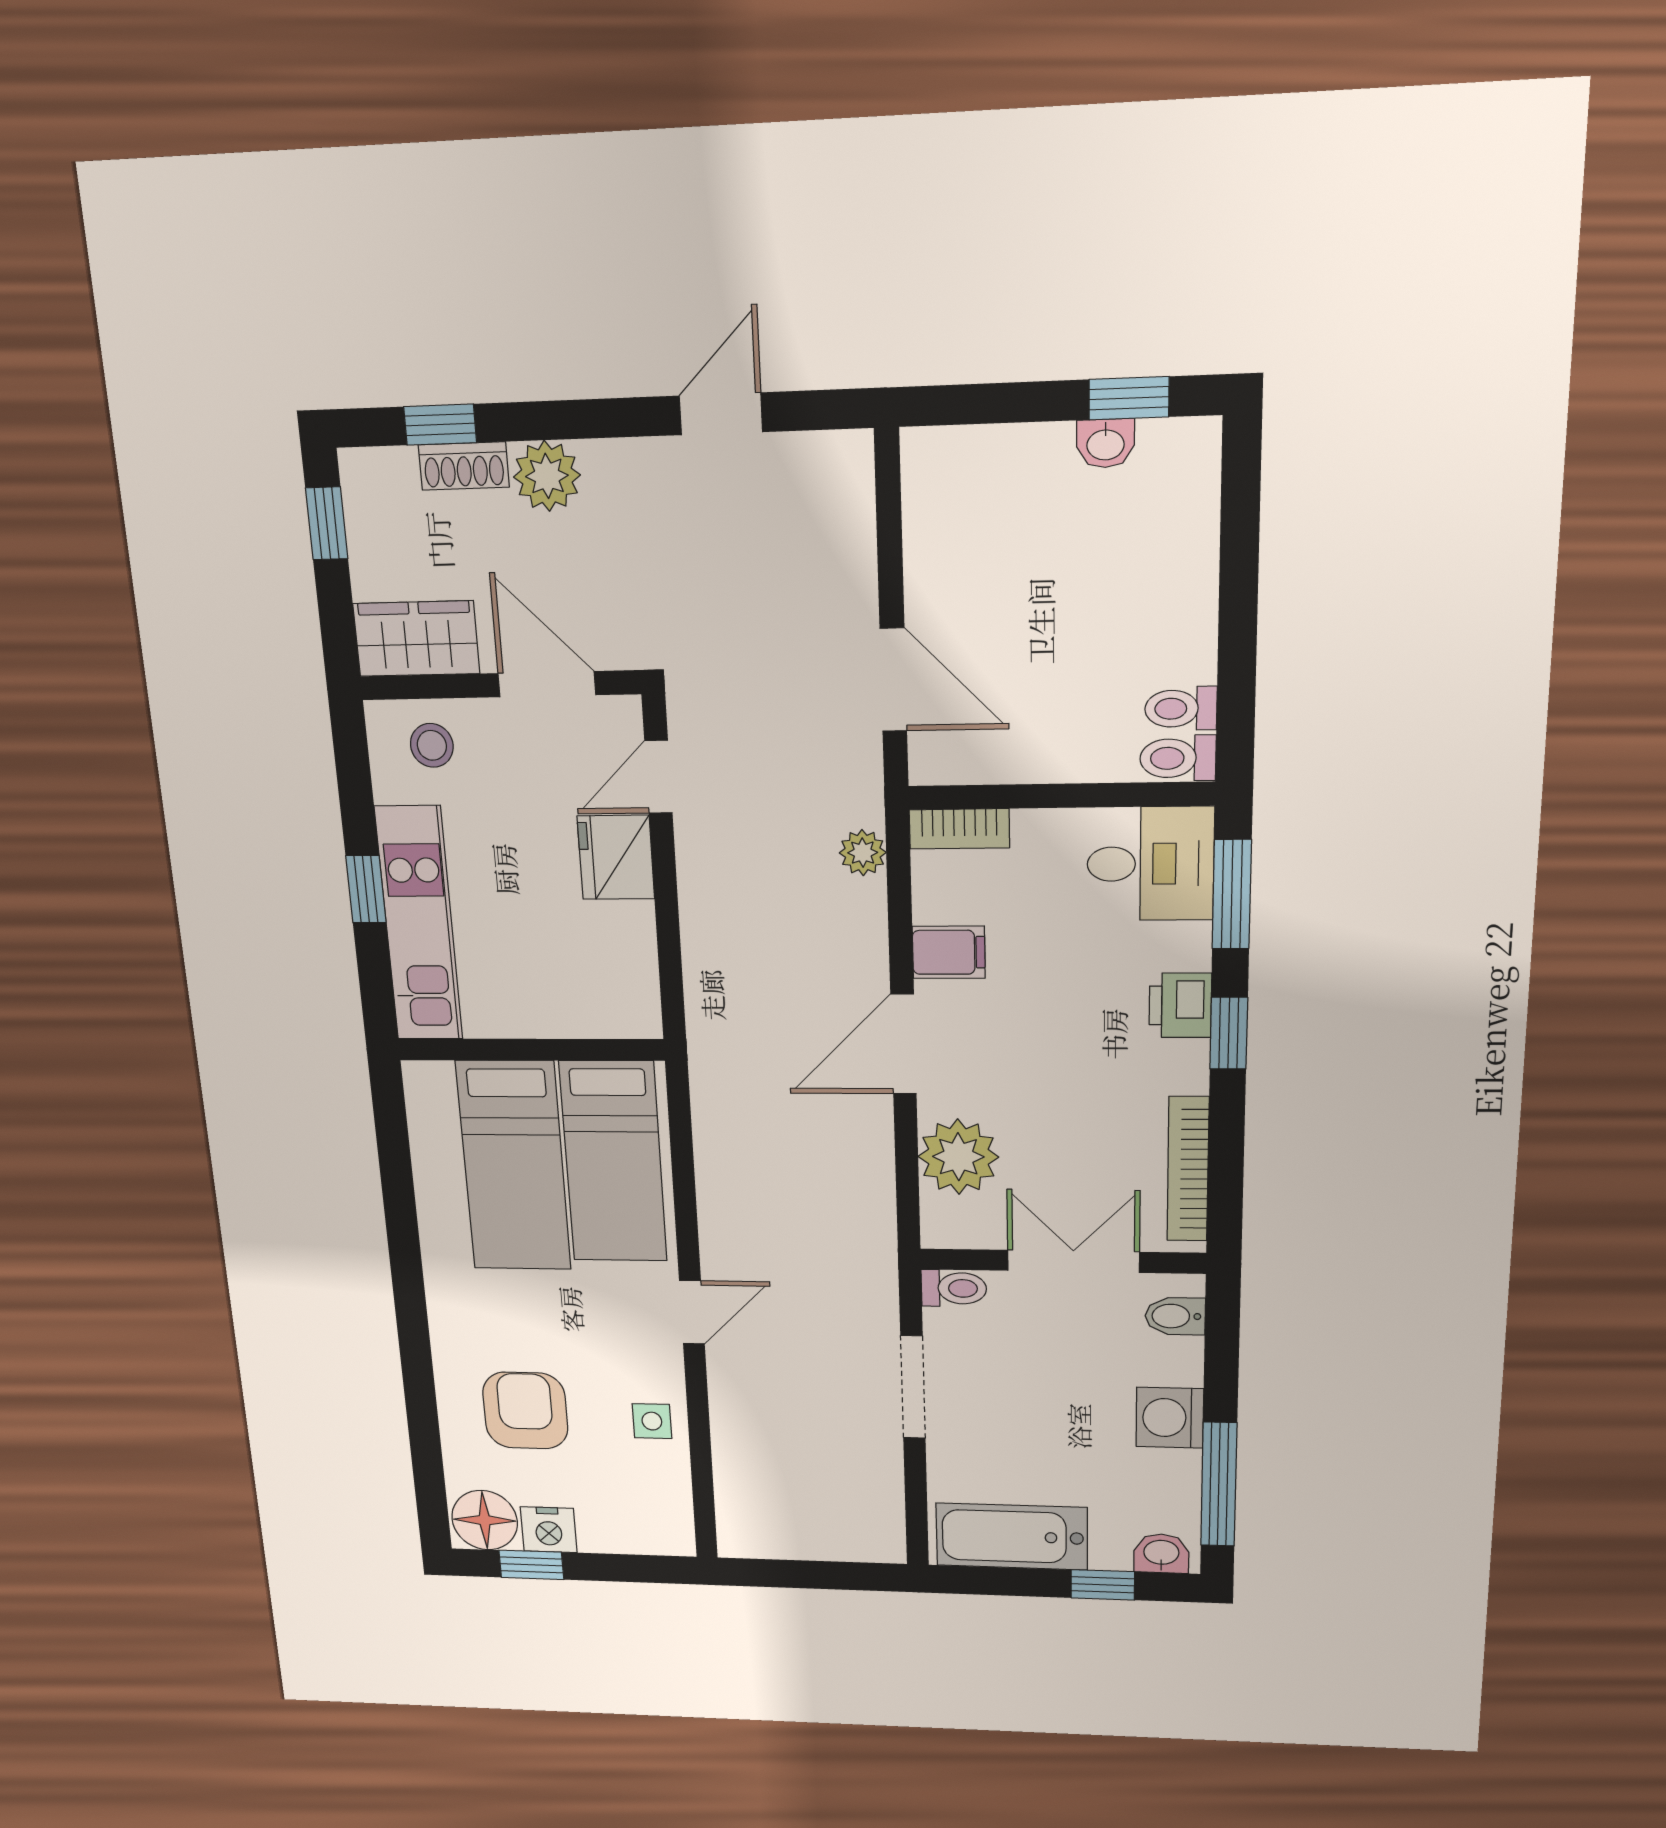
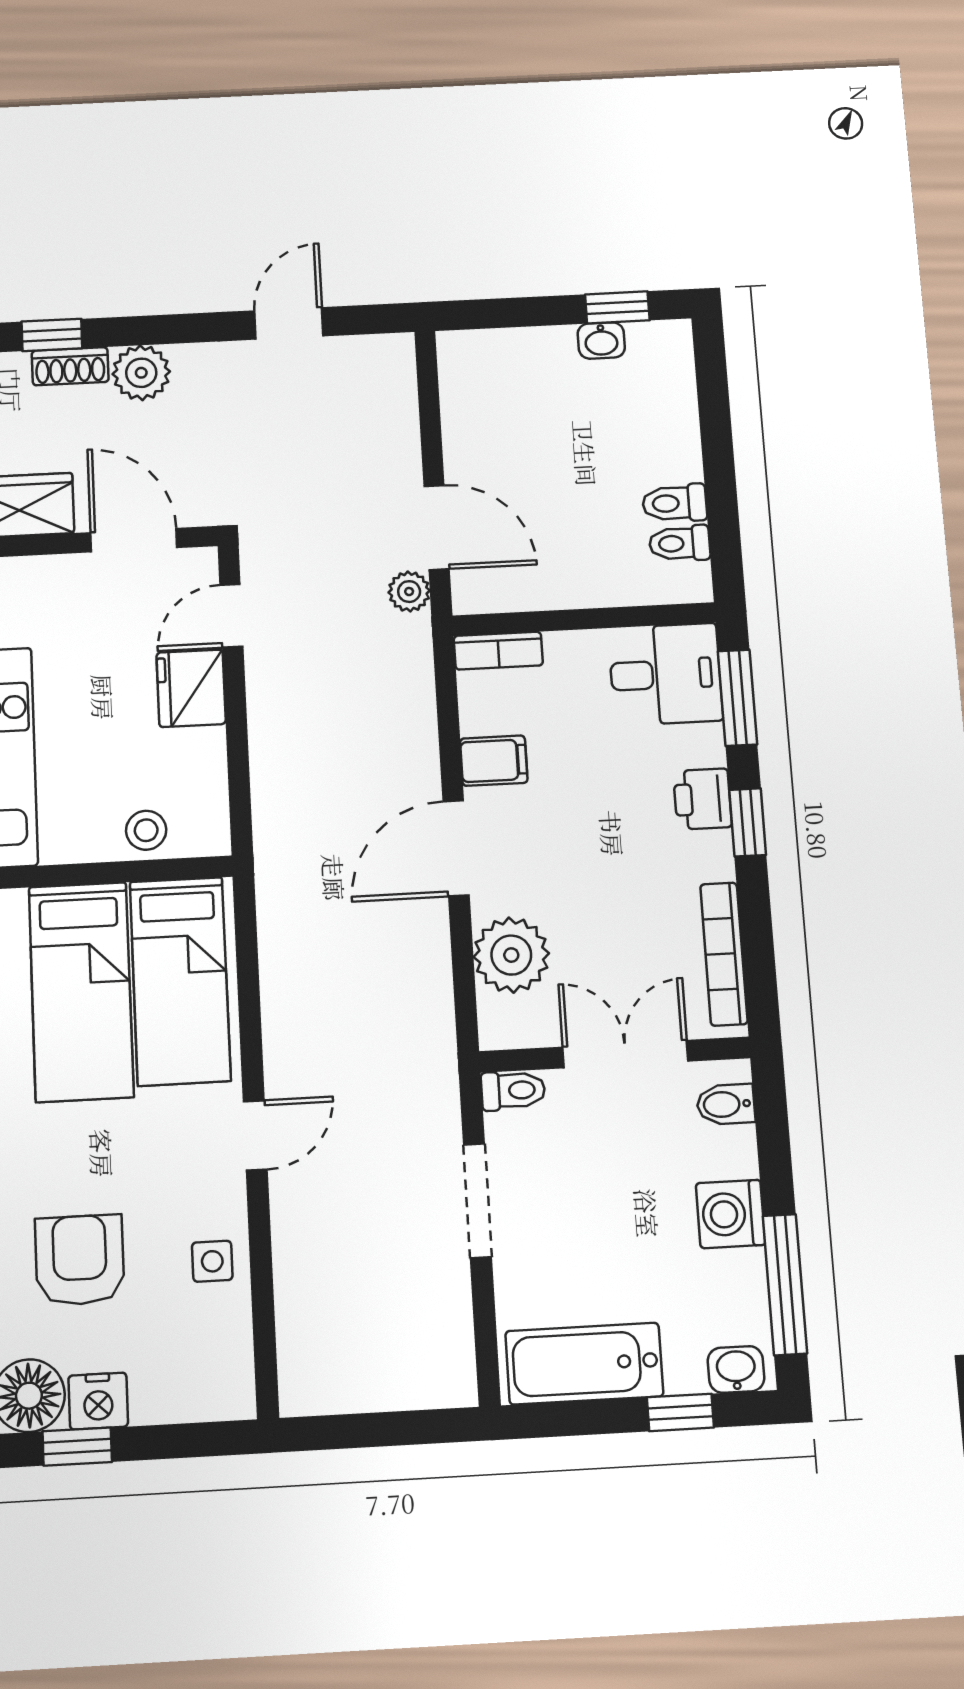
stool: (432, 745) -> (146, 830), moved
toilet: (1178, 758) -> (675, 503), moved
plant: (863, 853) -> (409, 592), moved

